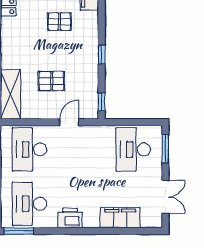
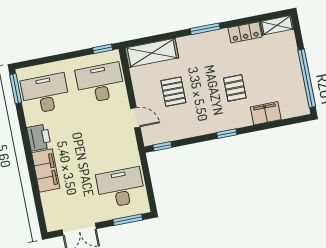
window: (102, 55) -> (227, 134), moved
filing cabinet: (120, 218) -> (46, 171), moved

